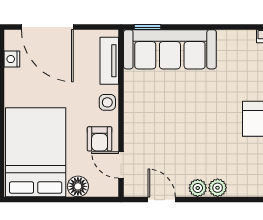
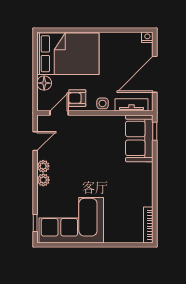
door: (47, 27) -> (155, 74), moved
sofa: (170, 49) -> (139, 138), width x0.73
nightstand: (12, 59) -> (147, 37), moved

